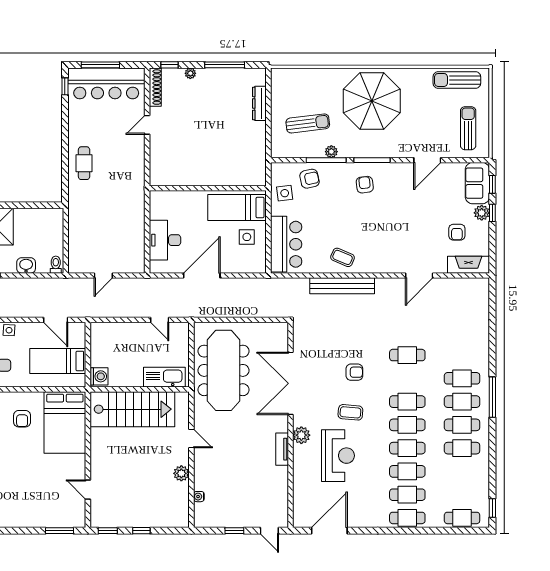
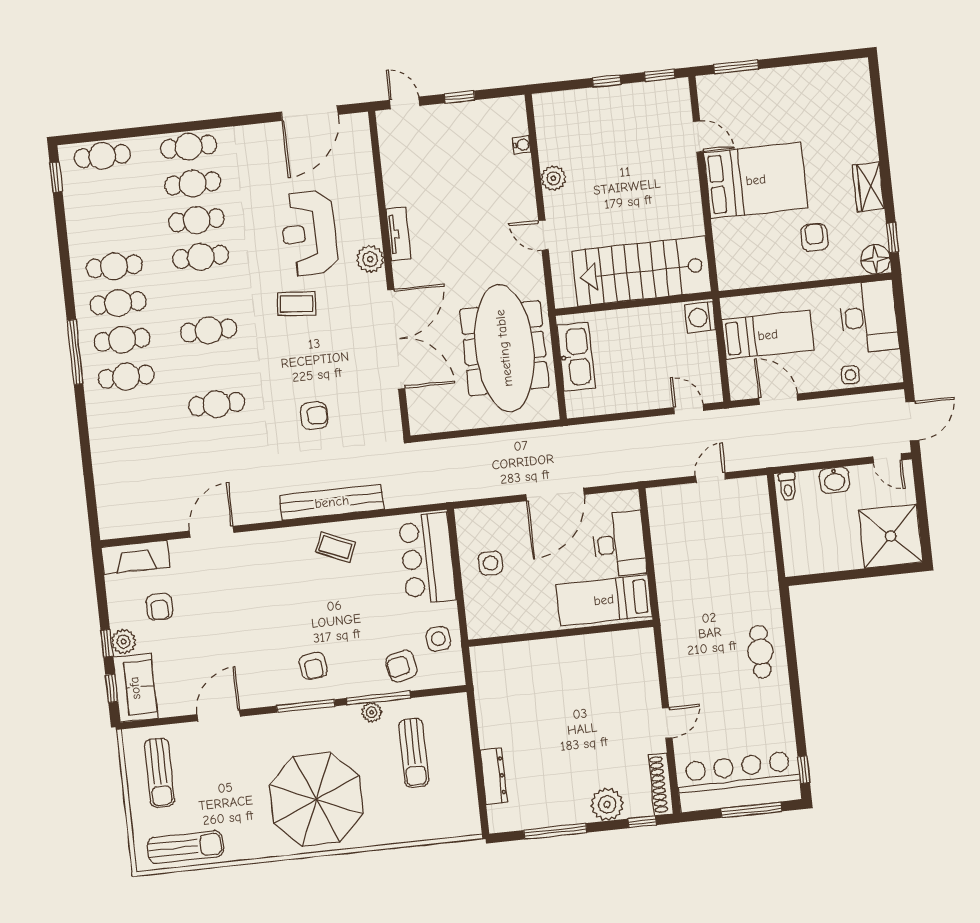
plant: (190, 73) -> (607, 804), width x1.88, depth x1.88
sun lounger: (308, 123) -> (414, 753), turned -83
bed: (237, 207) -> (604, 600), moved, turned 180
armchair: (457, 232) -> (159, 607), turned 180
door: (160, 320) -> (689, 409), moved
armchair: (354, 372) -> (314, 416), moved, turned 180
kitchen sink: (164, 377) -> (576, 357), moved, turned -90
bed: (65, 422) -> (756, 180), moved, turned 90
cafe table: (407, 425) -> (205, 294), removed

